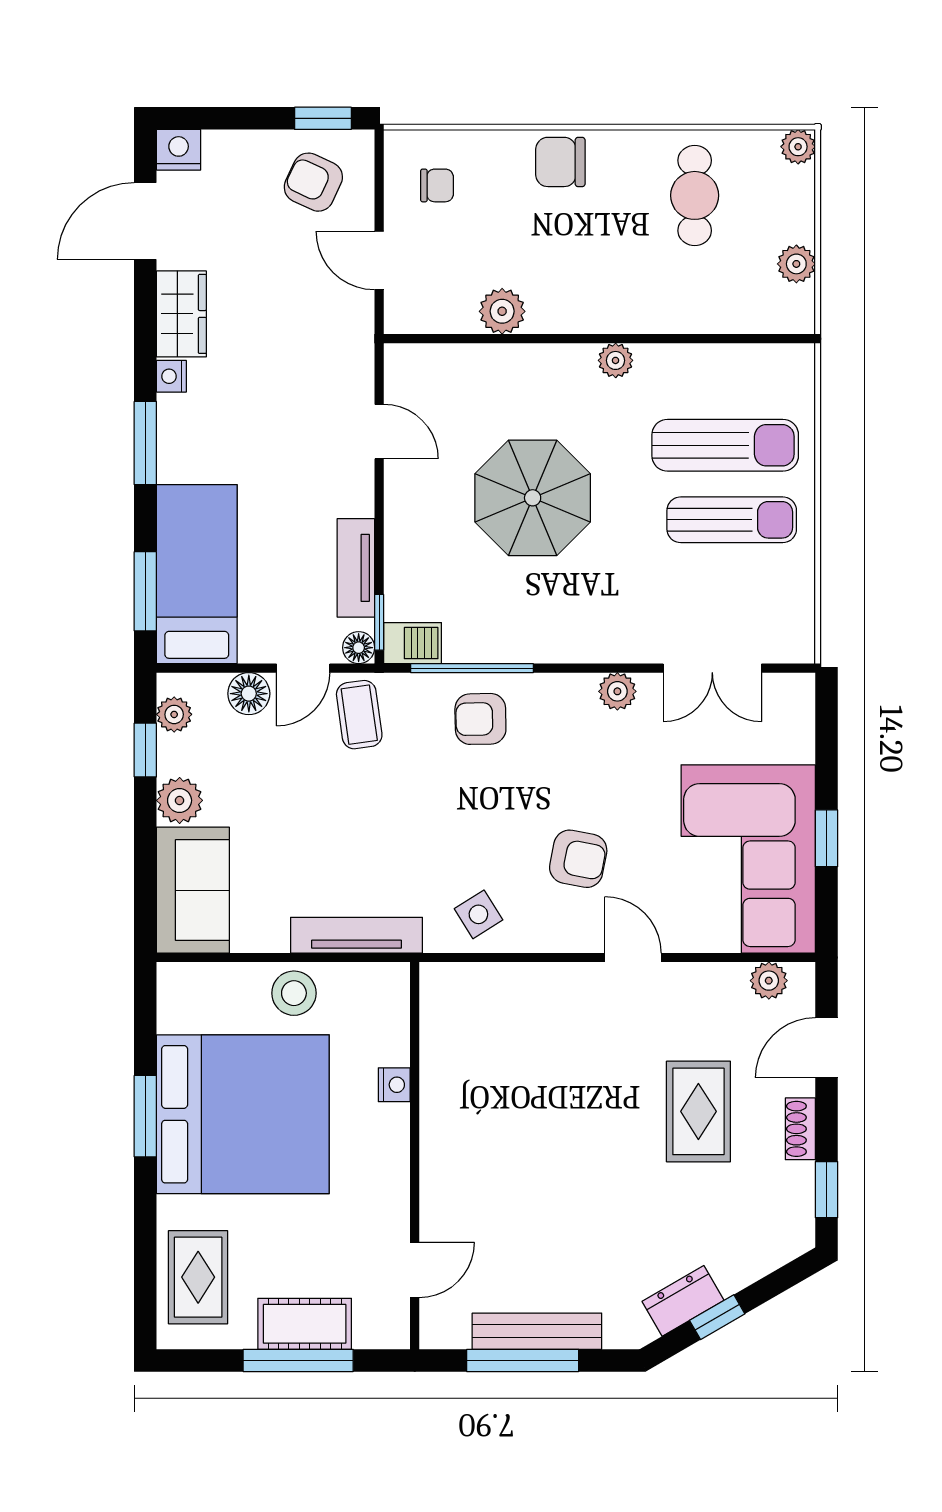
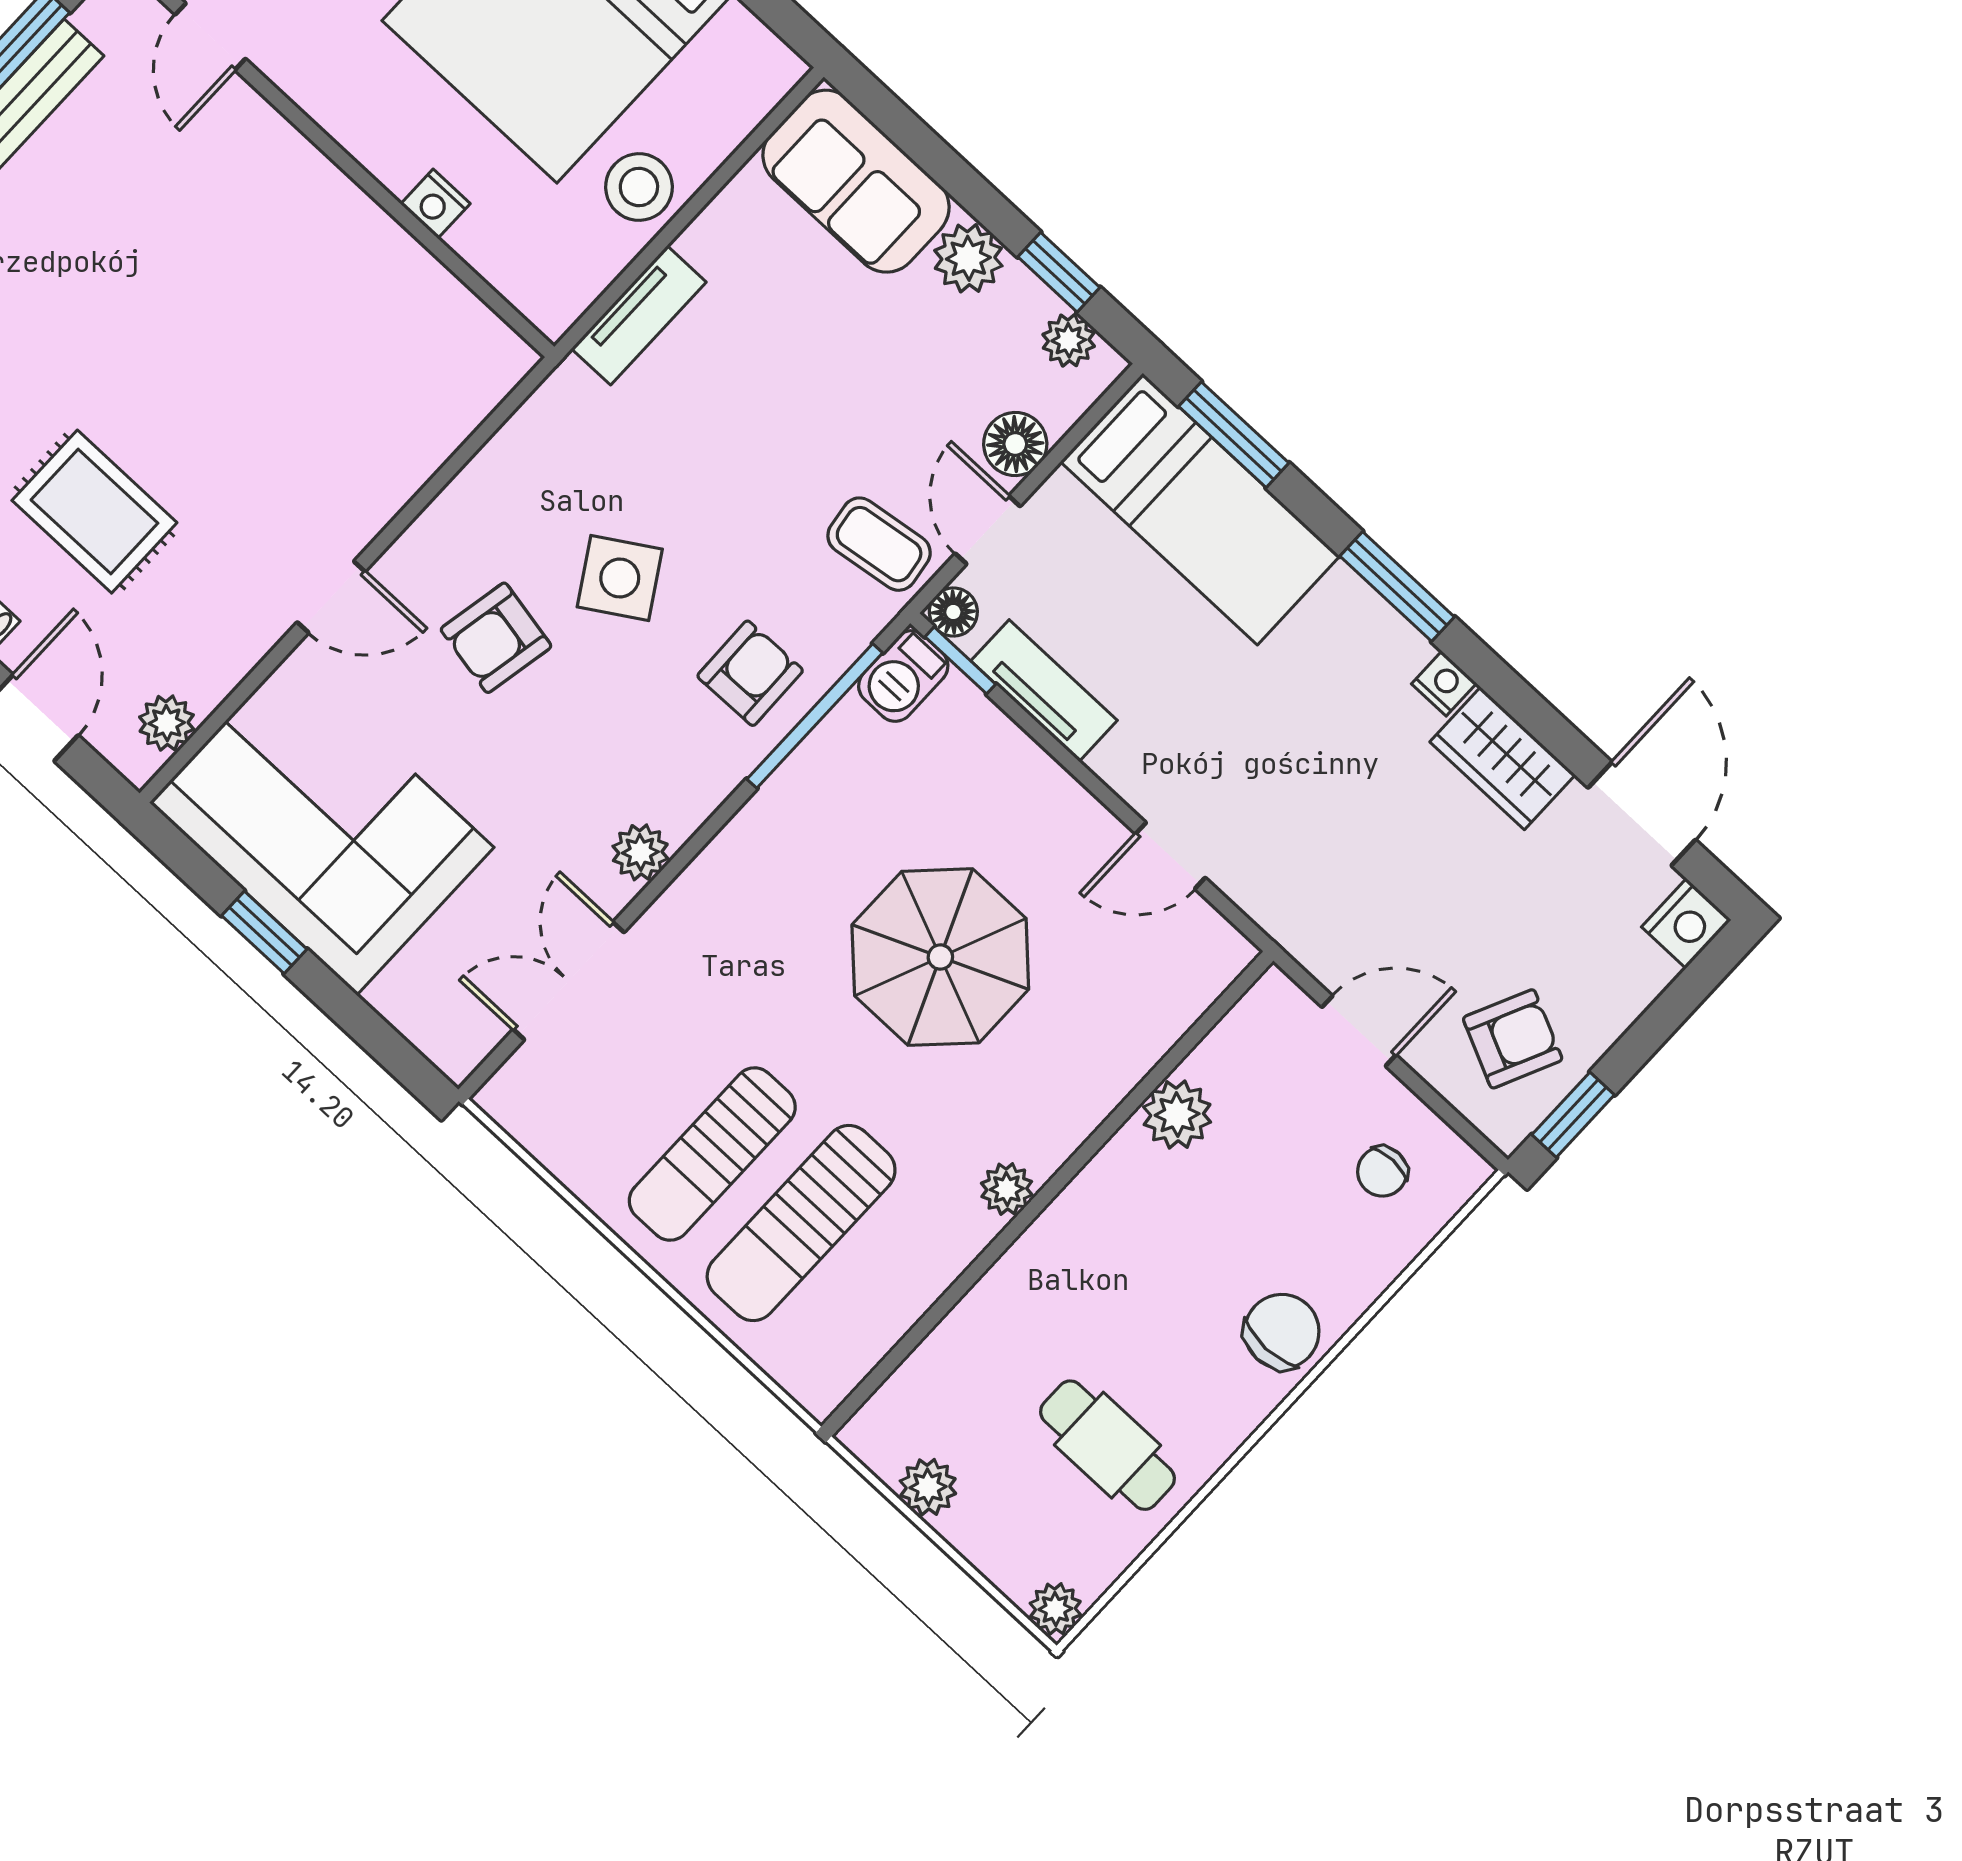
side table: (478, 914) -> (620, 578), moved, width x1.37, depth x1.37
tv unit: (356, 935) -> (639, 315), width x0.71

